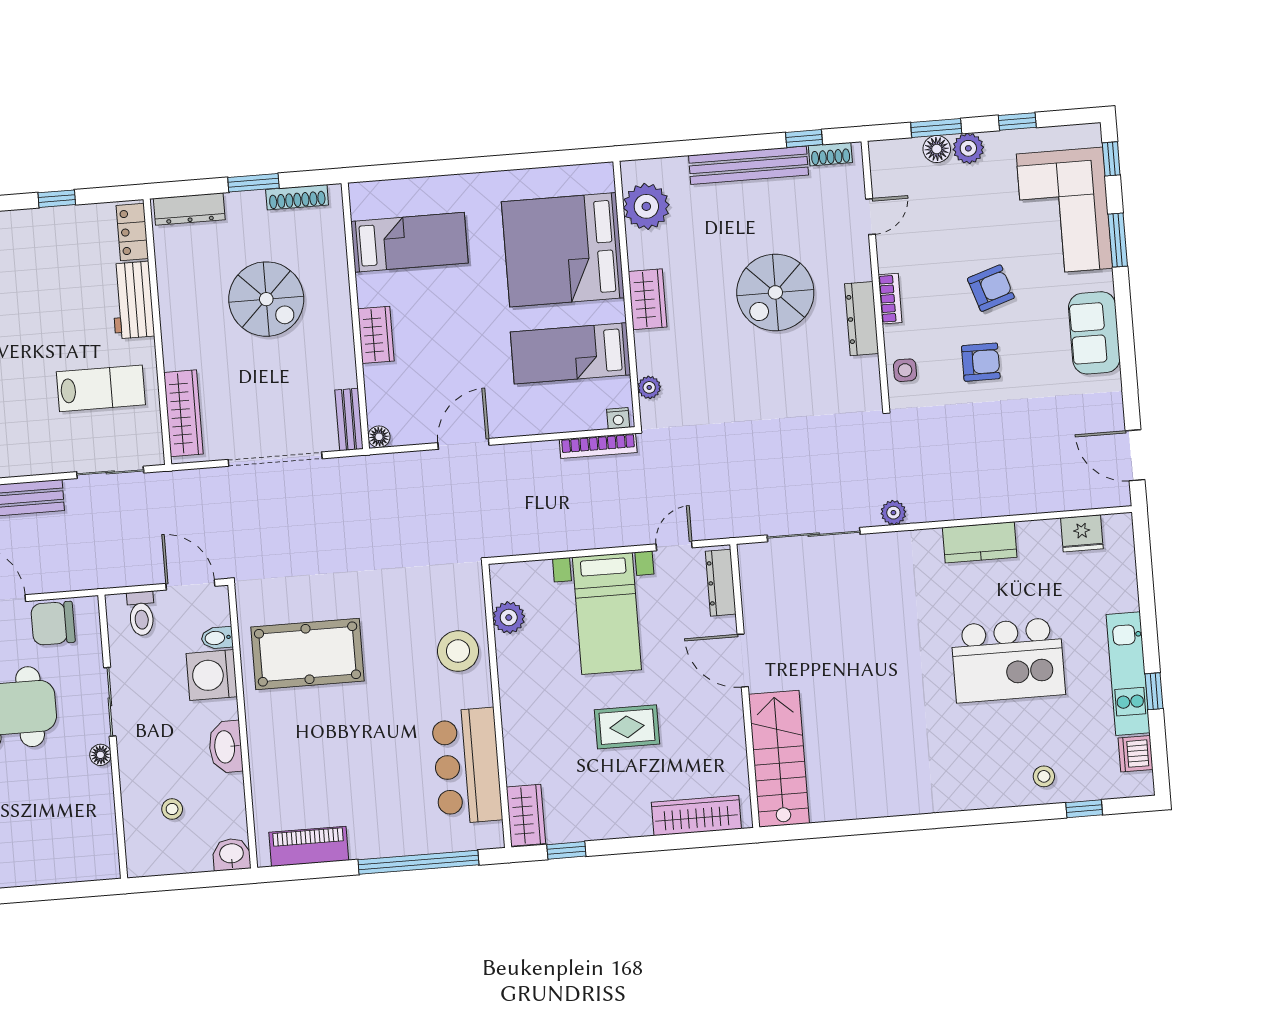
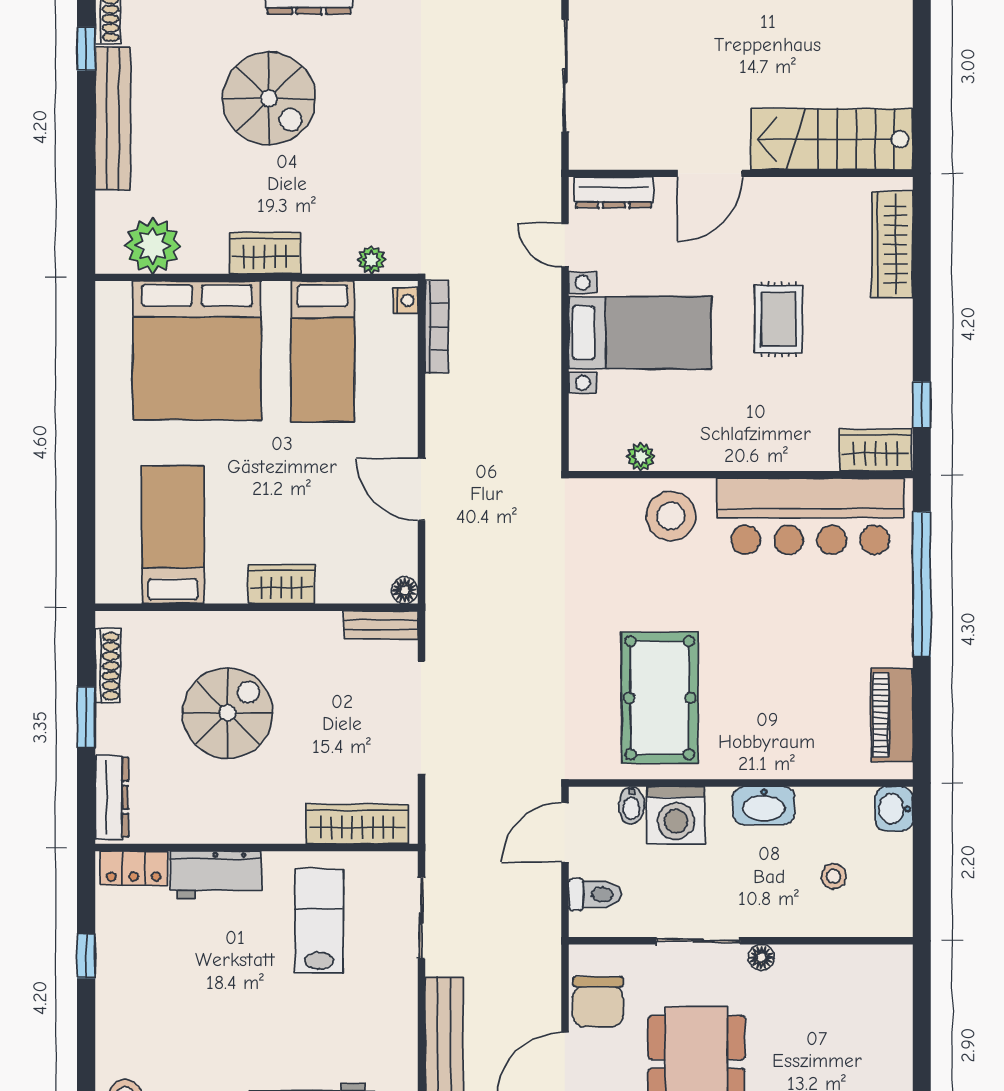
plant: (509, 618) -> (641, 457), width x0.73, depth x0.73
bar counter: (467, 766) -> (810, 516), width x1.36

